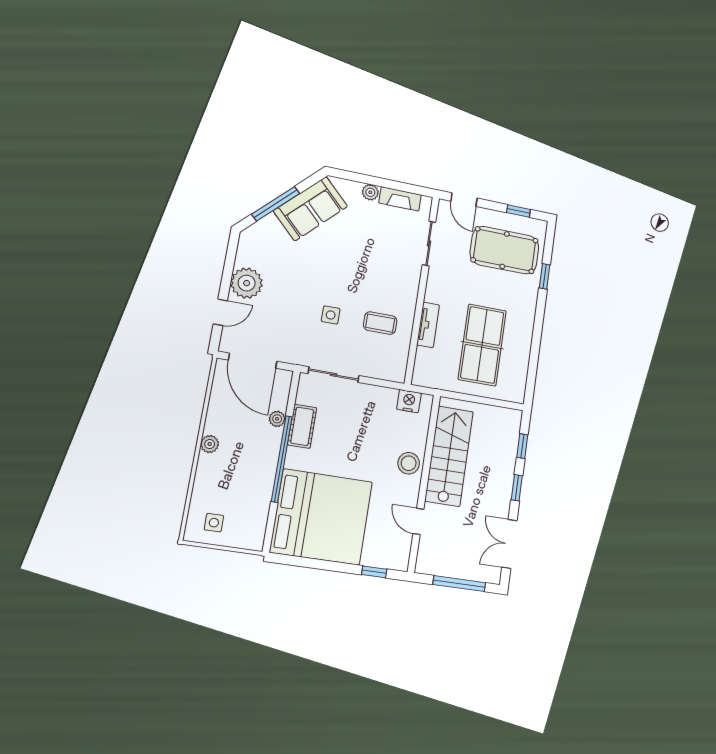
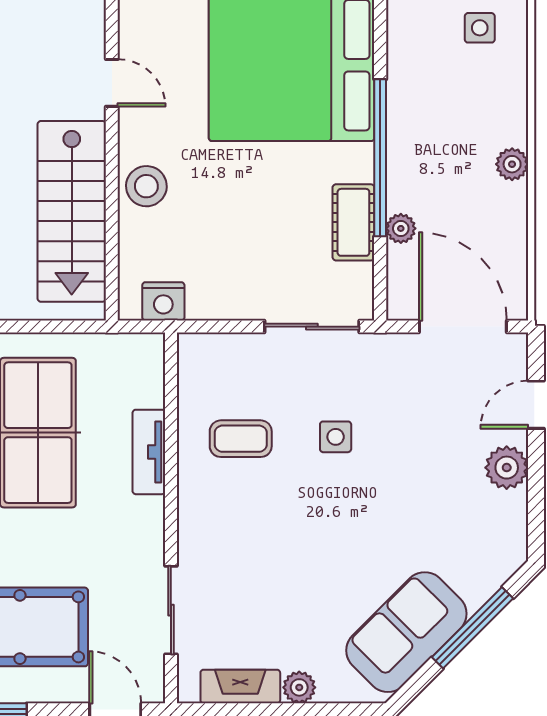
plant: (247, 283) -> (507, 468), width x0.73, depth x0.73

